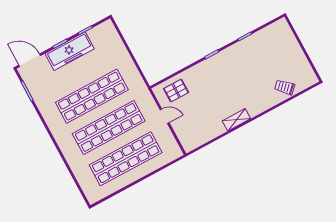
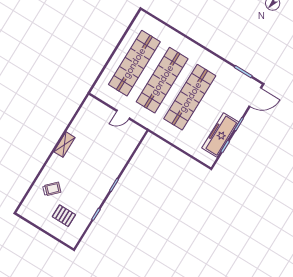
freezer: (70, 51) -> (220, 135), moved
trolley: (285, 87) -> (52, 189), moved
pallet: (176, 91) -> (64, 216), moved, turned 90

